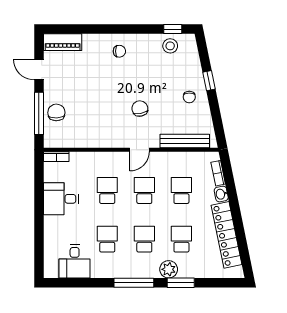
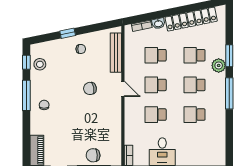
window: (131, 29) -> (26, 95), added
desk: (75, 261) -> (212, 141), removed

